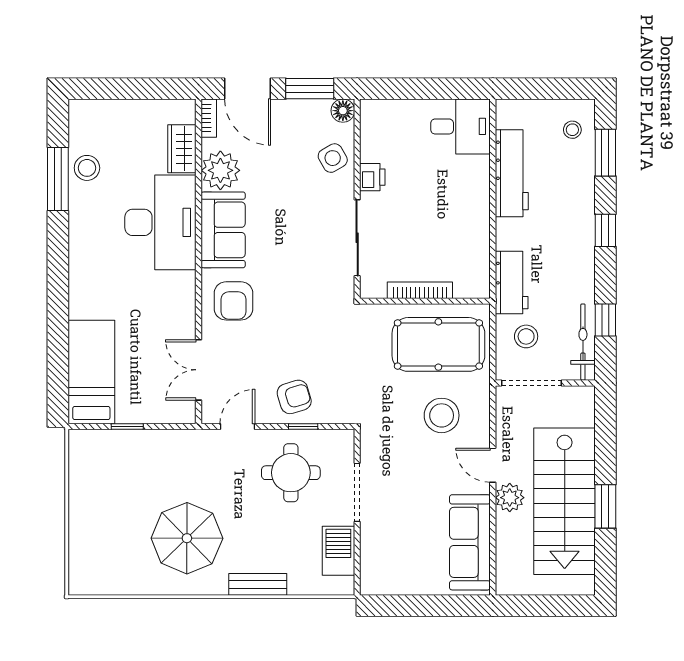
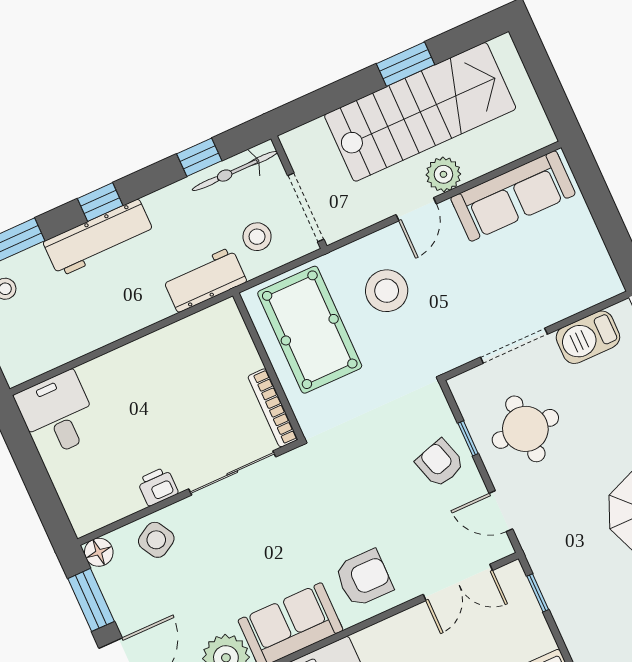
workbench: (512, 173) -> (99, 238), moved, turned 180
bookcase: (420, 290) -> (273, 408), moved
window: (127, 426) -> (538, 593), moved

